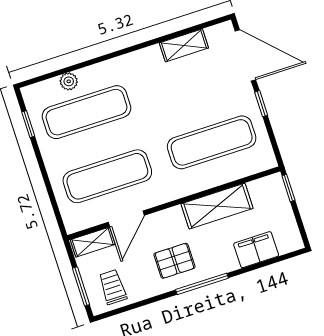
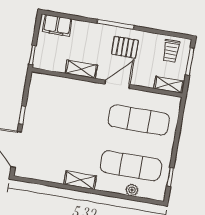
shelving: (184, 45) -> (80, 180), moved
exercise mat: (212, 142) -> (65, 107), removed
shelving: (217, 206) -> (81, 69), width x0.67, depth x0.75
door: (126, 219) -> (117, 84), moved
filing cabinet: (256, 250) -> (57, 25), moved

